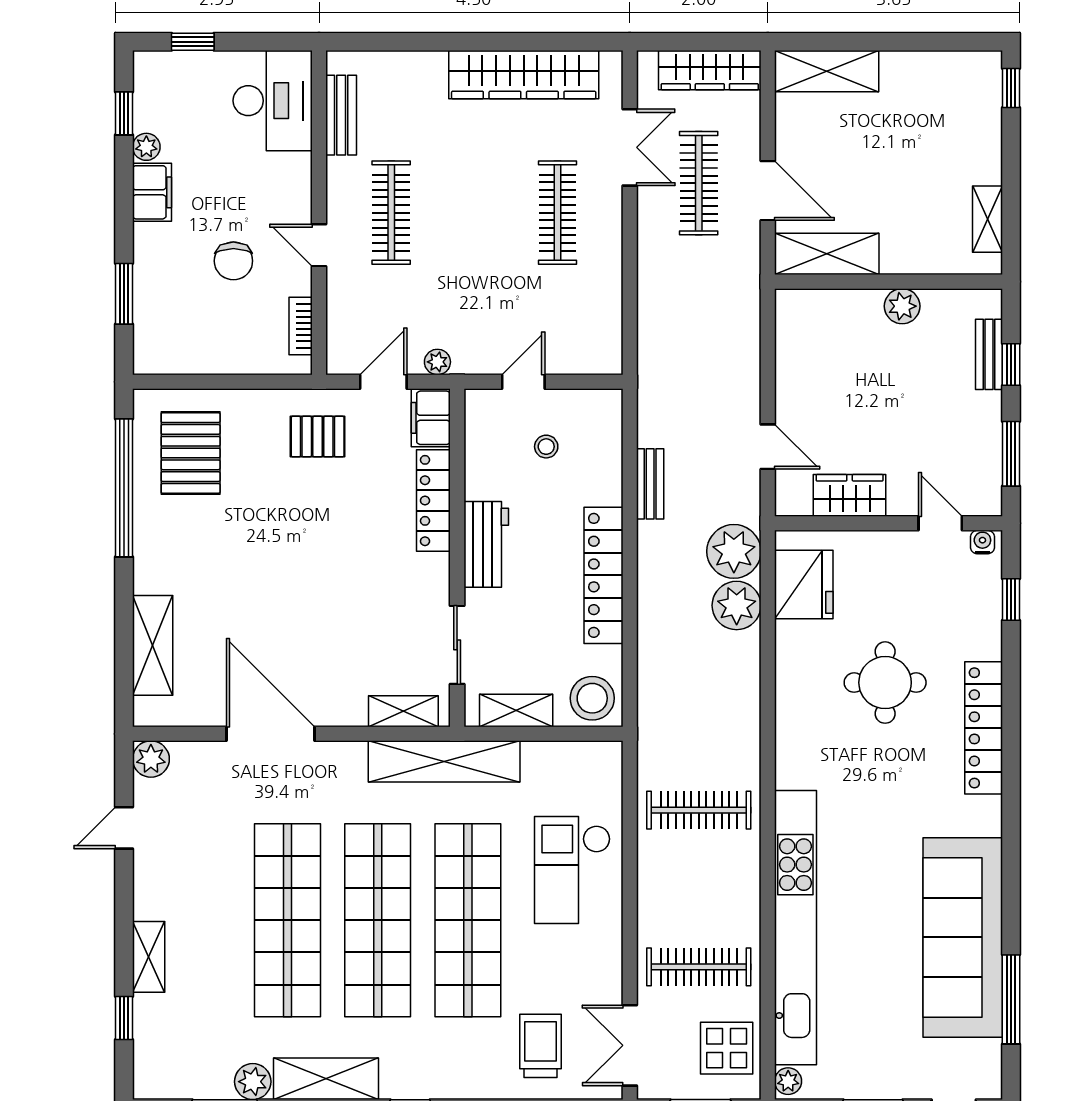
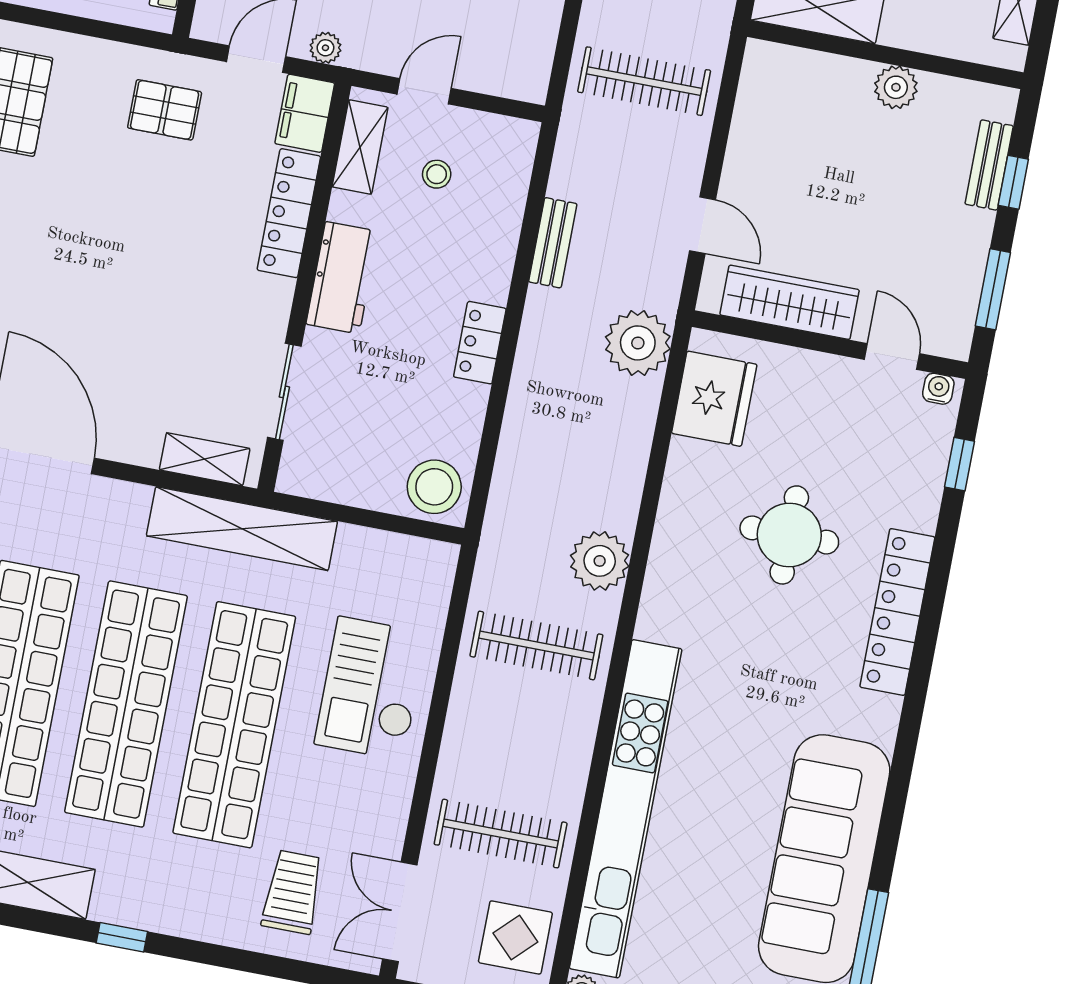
clothes rail: (699, 340) -> (644, 81), added
wardrobe: (850, 495) -> (790, 302), width x1.50
locker: (603, 575) -> (480, 343), width x0.46, depth x0.83
plant: (737, 605) -> (600, 561), moved
shelving: (516, 710) -> (360, 147), moved, turned 90

